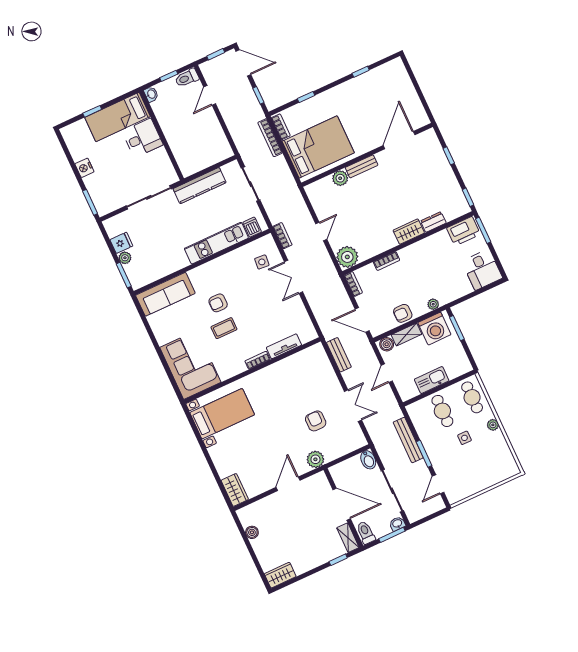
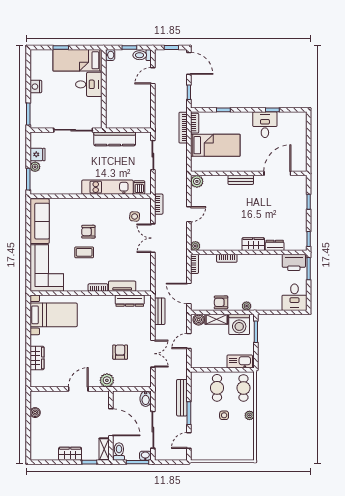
desk: (360, 92) -> (265, 125), added
bed: (318, 147) -> (215, 145), width x0.67
plant: (340, 178) -> (197, 181), moved
plant: (347, 257) -> (195, 246), width x0.53, depth x0.53
sofa: (165, 294) -> (40, 221), moved, turned -90
dresser: (300, 358) -> (130, 301), added
kitchen sink: (432, 380) -> (240, 361), moved
wardrobe: (235, 490) -> (37, 358), moved
wardrobe: (280, 575) -> (70, 454), moved

